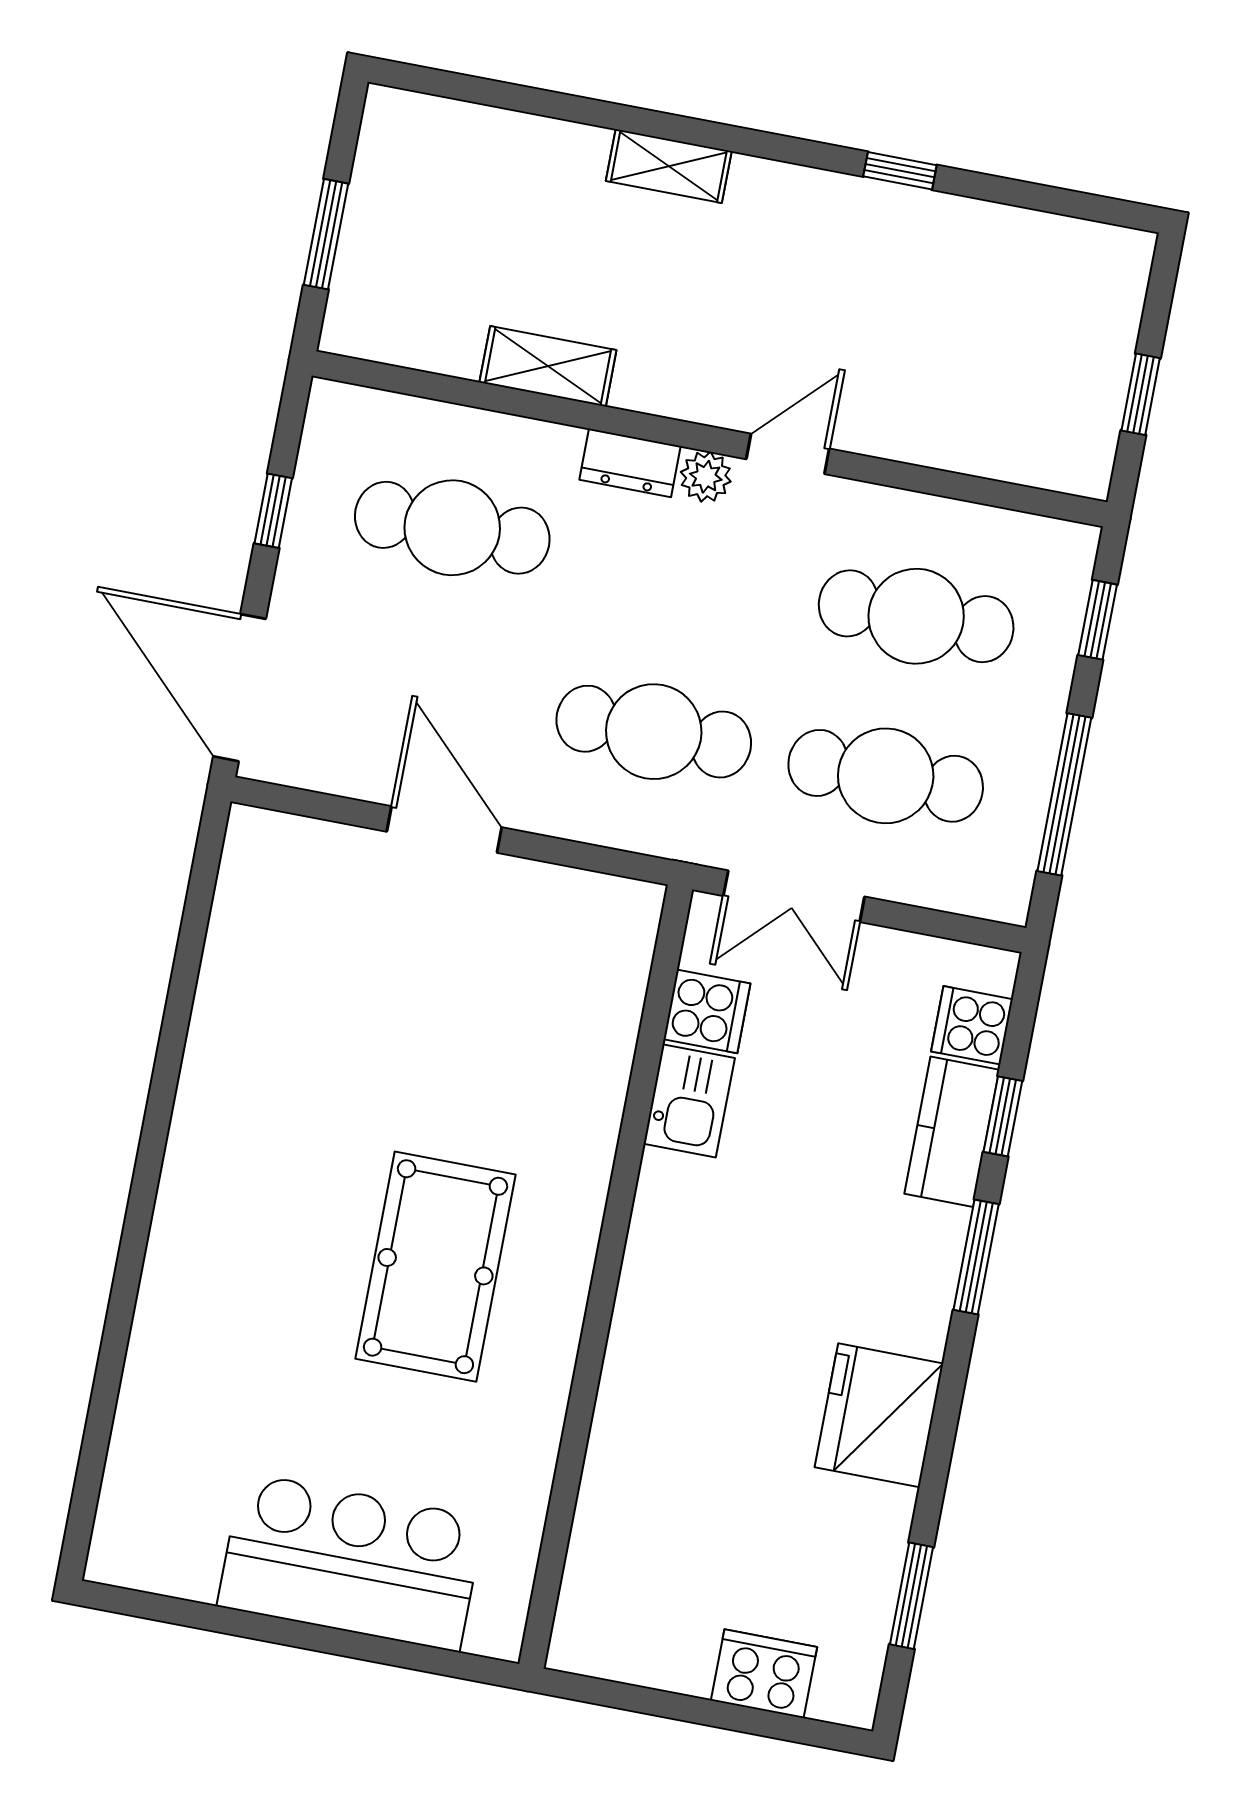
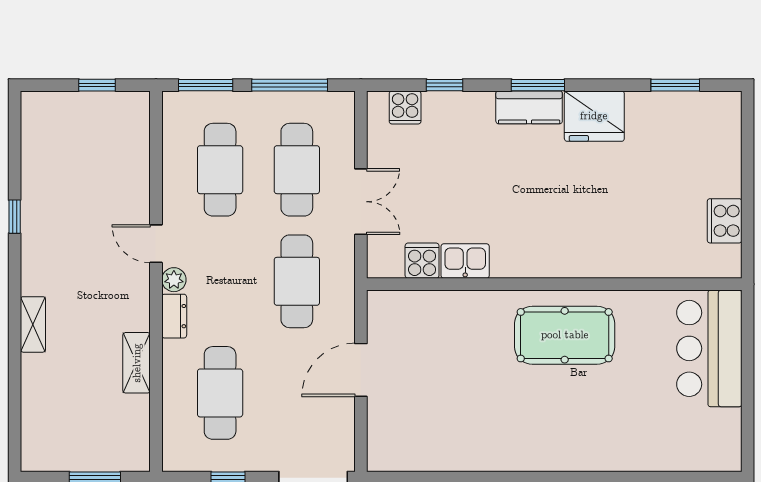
window: (1098, 620) -> (206, 85), width x1.50
cooker: (707, 1011) -> (422, 261), moved
kitchen sink: (689, 1101) -> (465, 261), moved
kitchen counter: (952, 1132) -> (529, 107), moved
window: (976, 1257) -> (538, 85), moved
wall: (606, 1277) -> (554, 284), moved
cooker: (764, 1674) -> (725, 221), moved

